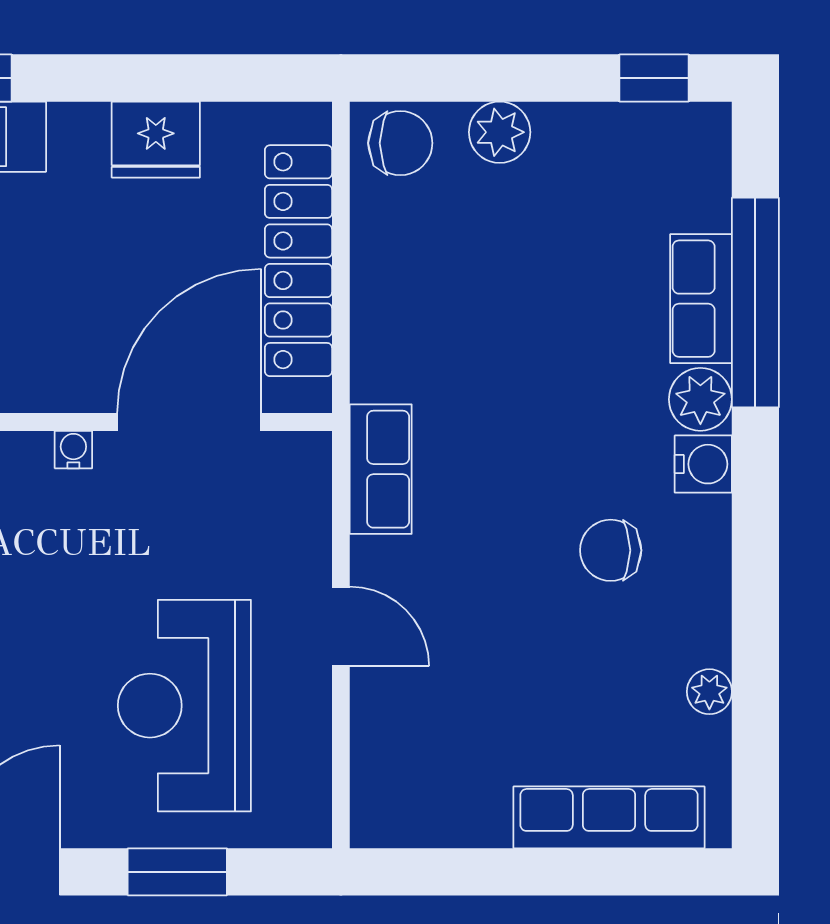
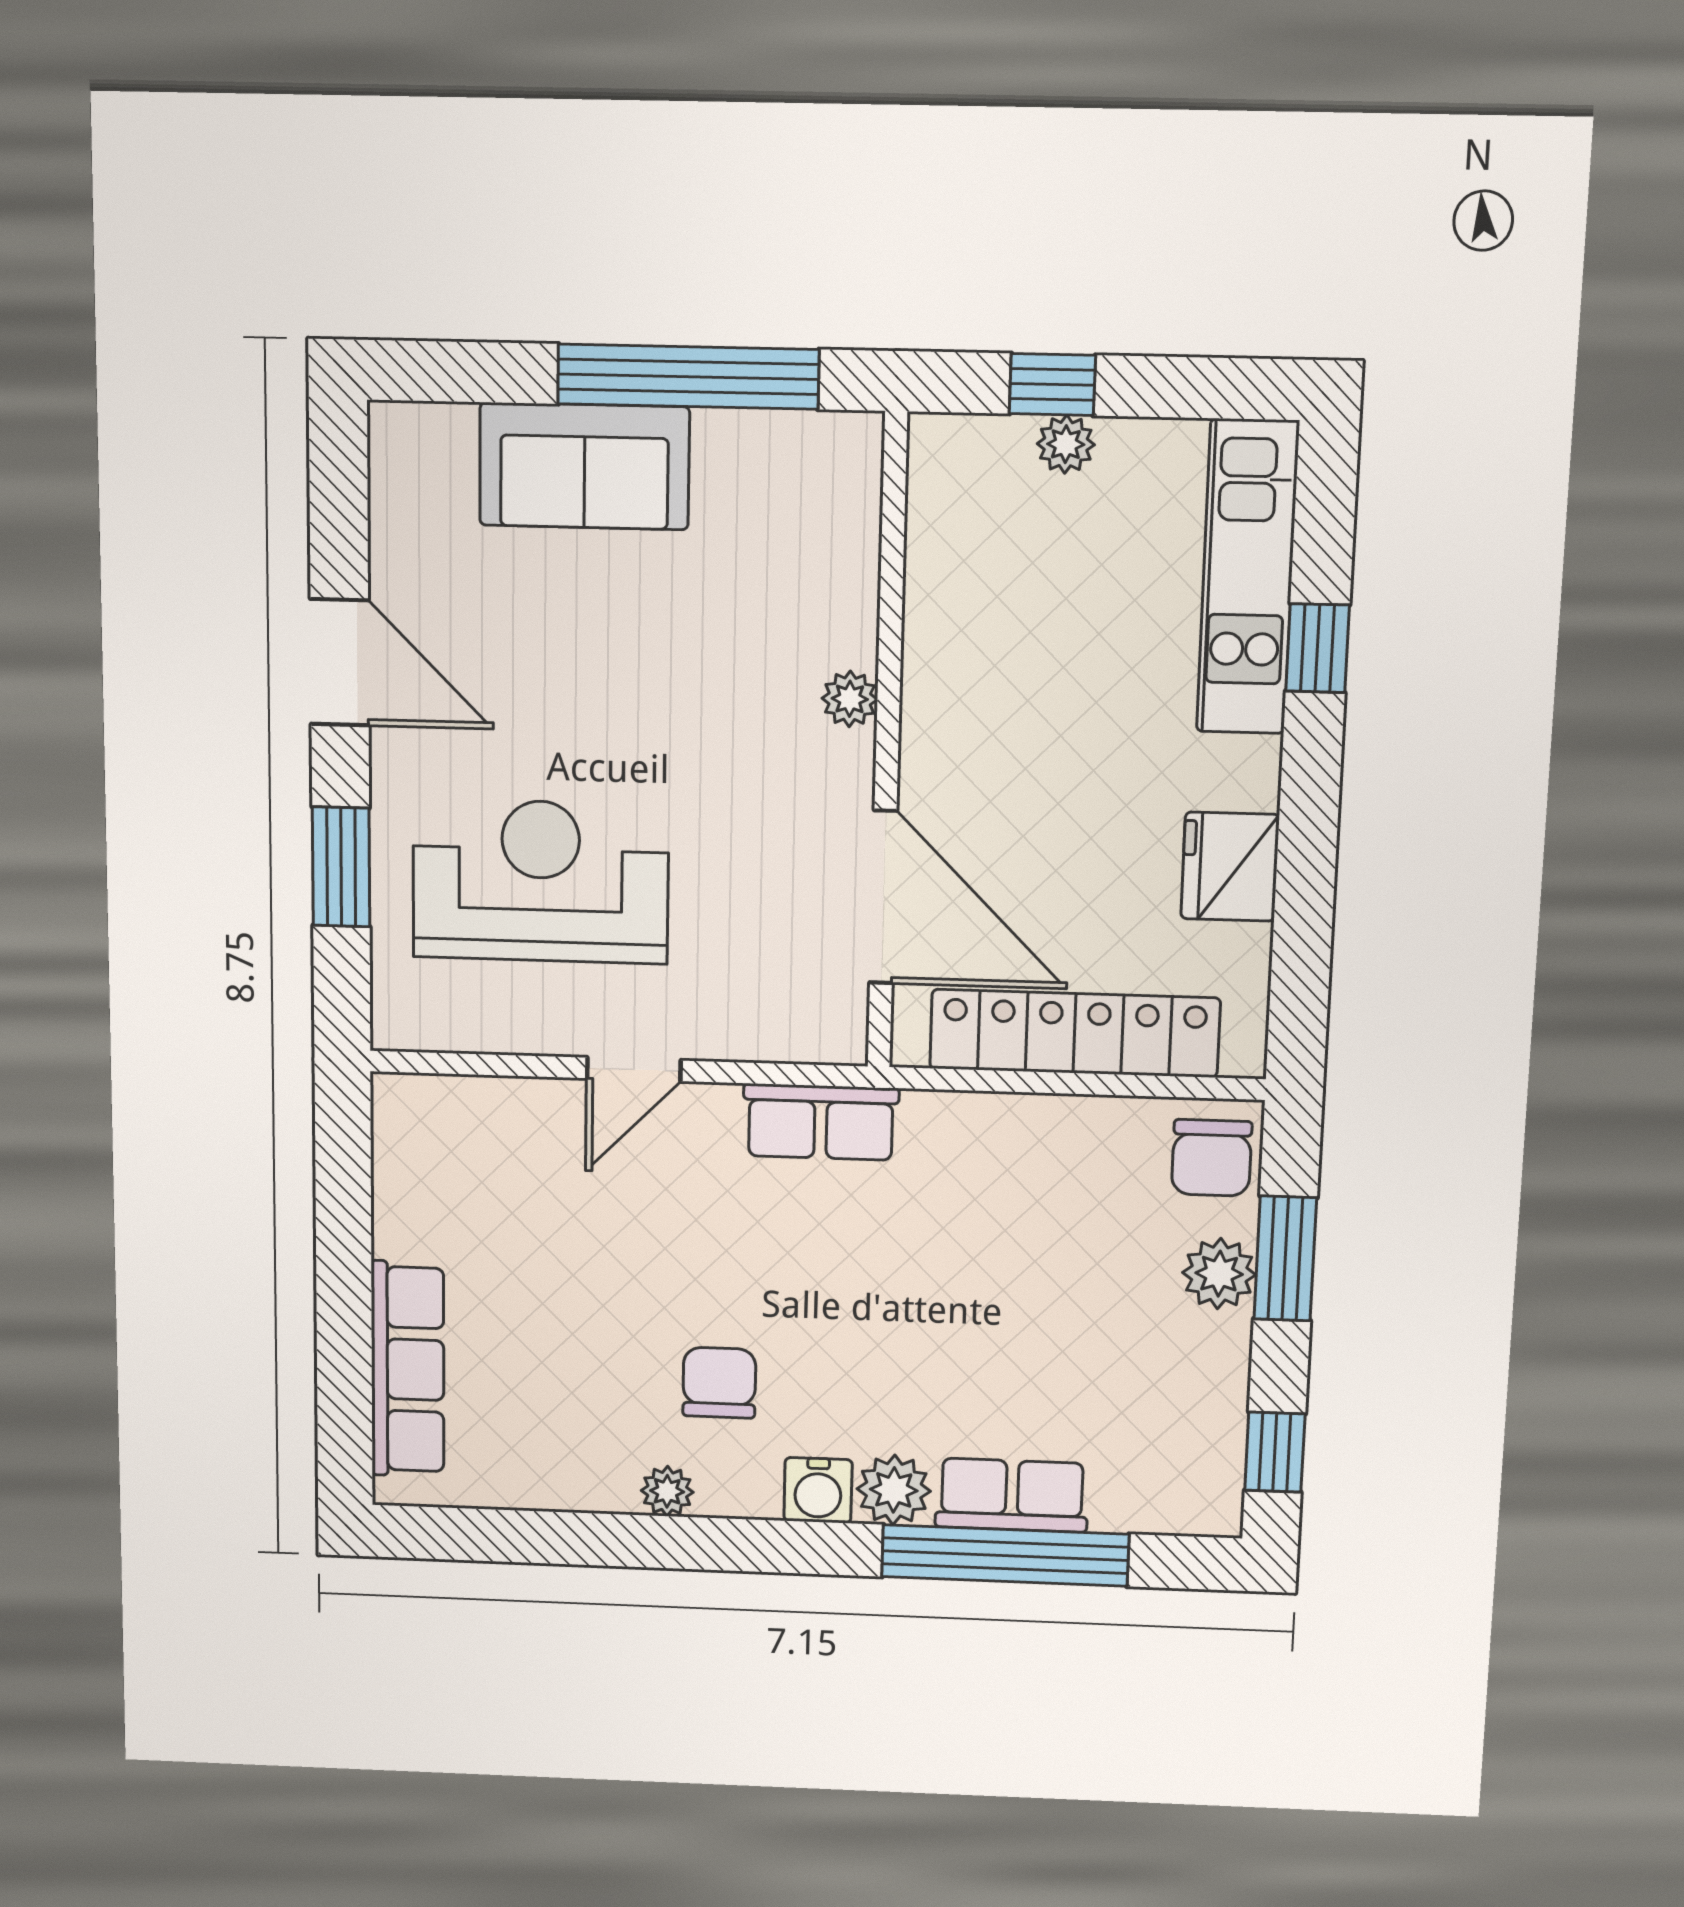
window: (485, 78) -> (1285, 1258), added
water cooler: (73, 450) -> (853, 756), removed
plant: (27, 454) -> (850, 699), added
plant: (709, 692) -> (667, 1491), moved

